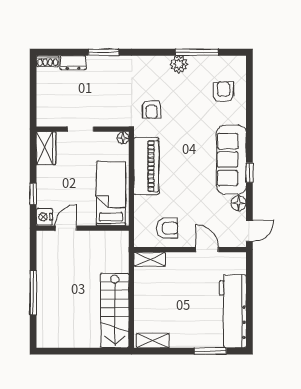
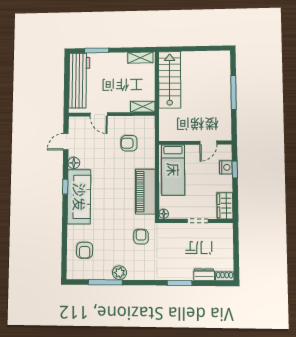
nightstand: (44, 217) -> (226, 167), moved
wall: (190, 250) -> (112, 114), moved
door: (207, 250) -> (99, 114), moved
shelving: (150, 259) -> (143, 107), moved

